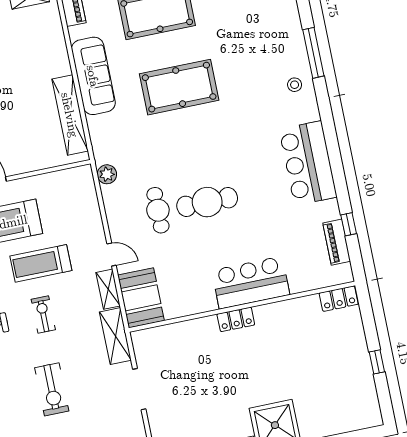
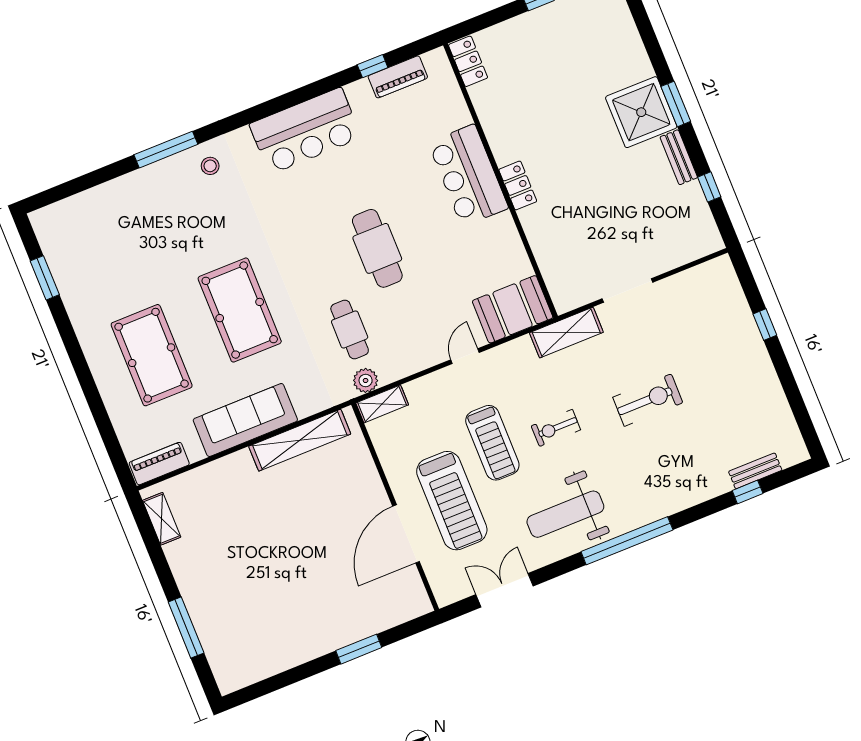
cafe table: (158, 210) -> (350, 329), moved, turned 90
shelving: (108, 289) -> (382, 404), moved

